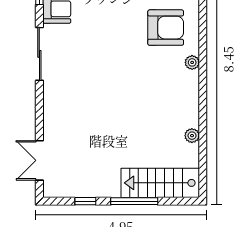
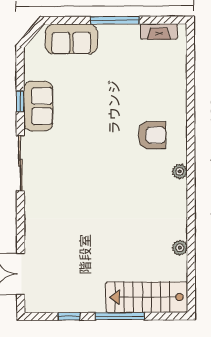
armchair: (166, 28) -> (152, 135), width x0.73, depth x0.73

